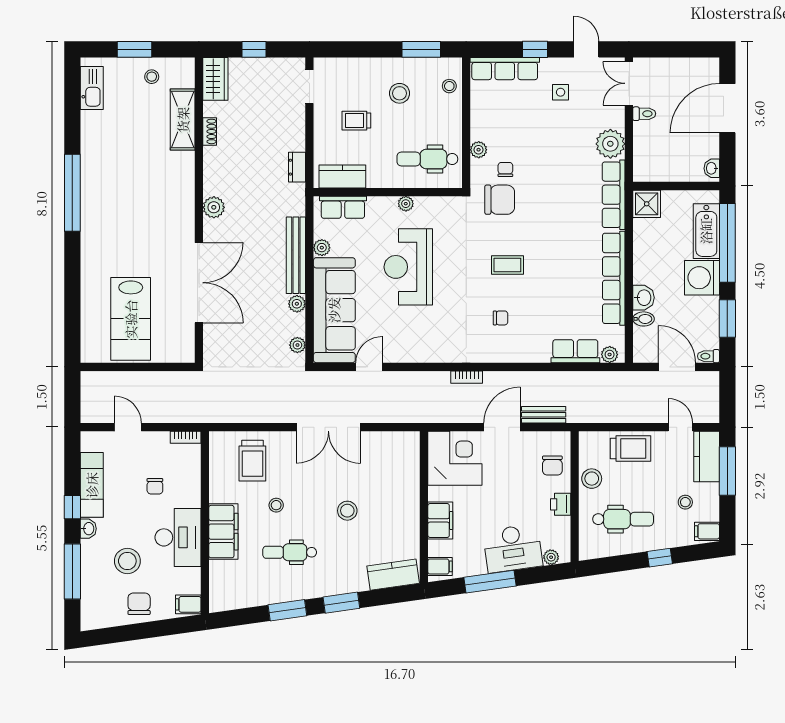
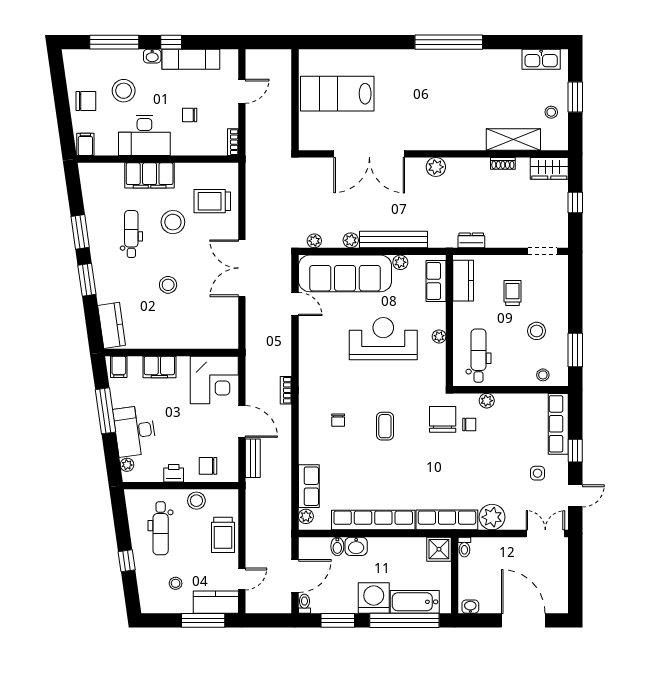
toilet: (644, 114) -> (464, 547), moved
chair: (500, 200) -> (443, 419), turned 180
stool: (276, 505) -> (173, 222), width x1.89, depth x1.89
filing cabinet: (707, 531) -> (150, 602), removed

